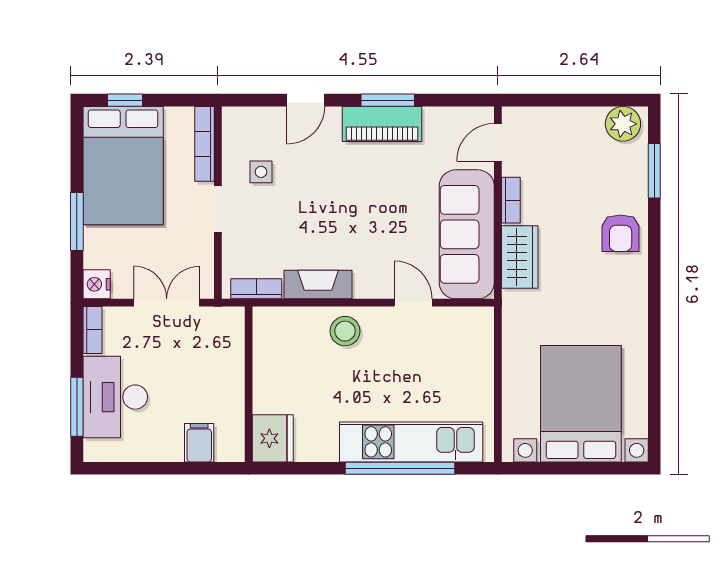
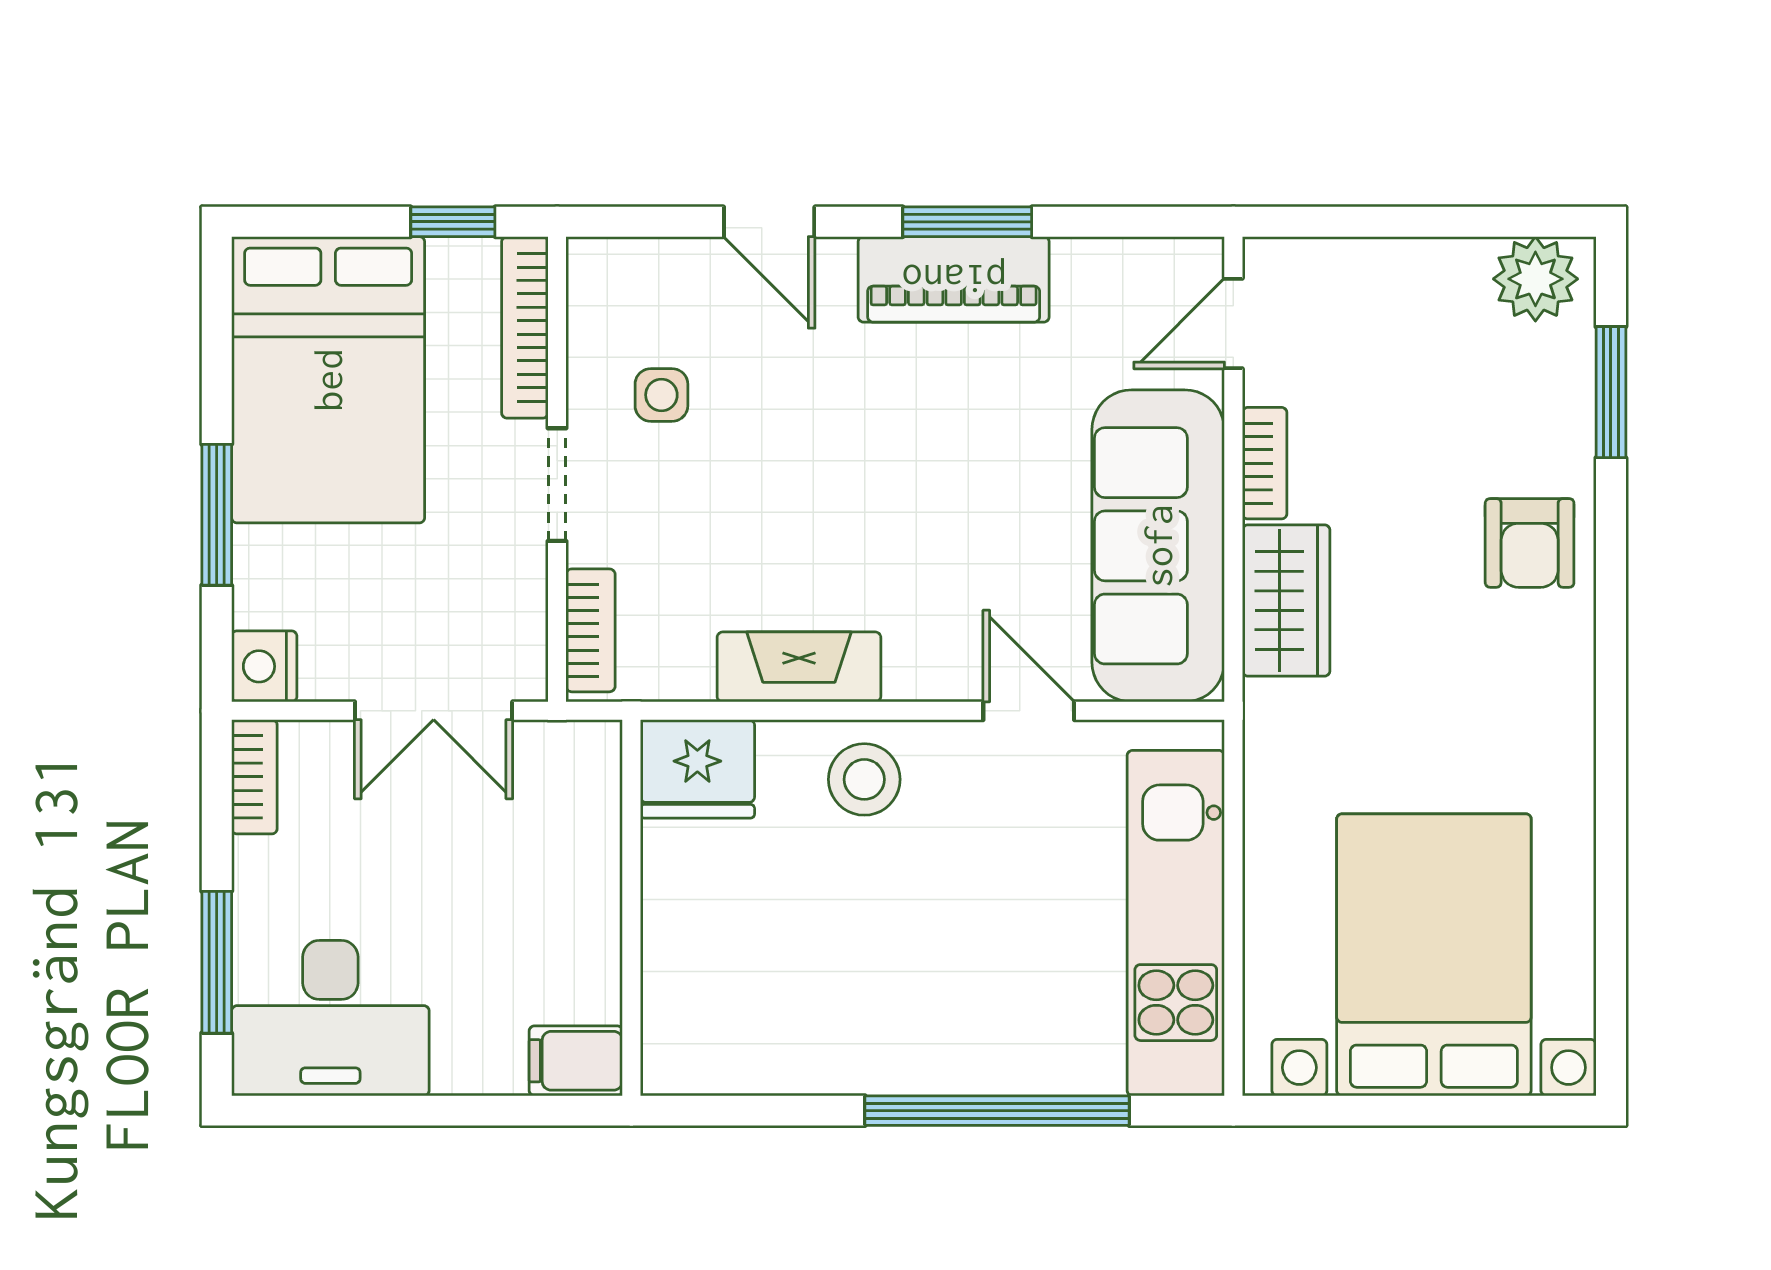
window: (125, 100) -> (453, 222), moved
door: (306, 100) -> (769, 222), hinge flipped
bookcase: (256, 289) -> (591, 630), moved, turned 90
double door: (167, 303) -> (434, 711), swing flipped
desk: (115, 397) -> (330, 1018), moved, turned -90
fridge: (273, 438) -> (697, 769), moved, turned 90
kitchen unit: (411, 442) -> (1176, 923), moved, turned -90
filing cabinet: (199, 443) -> (576, 1061), moved, turned -90

